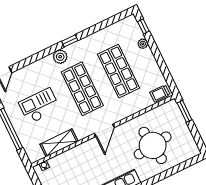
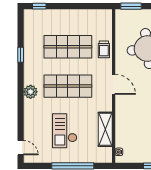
window: (70, 41) -> (21, 55), moved
plant: (143, 44) -> (54, 14), removed
trolley: (160, 93) -> (104, 49), moved

